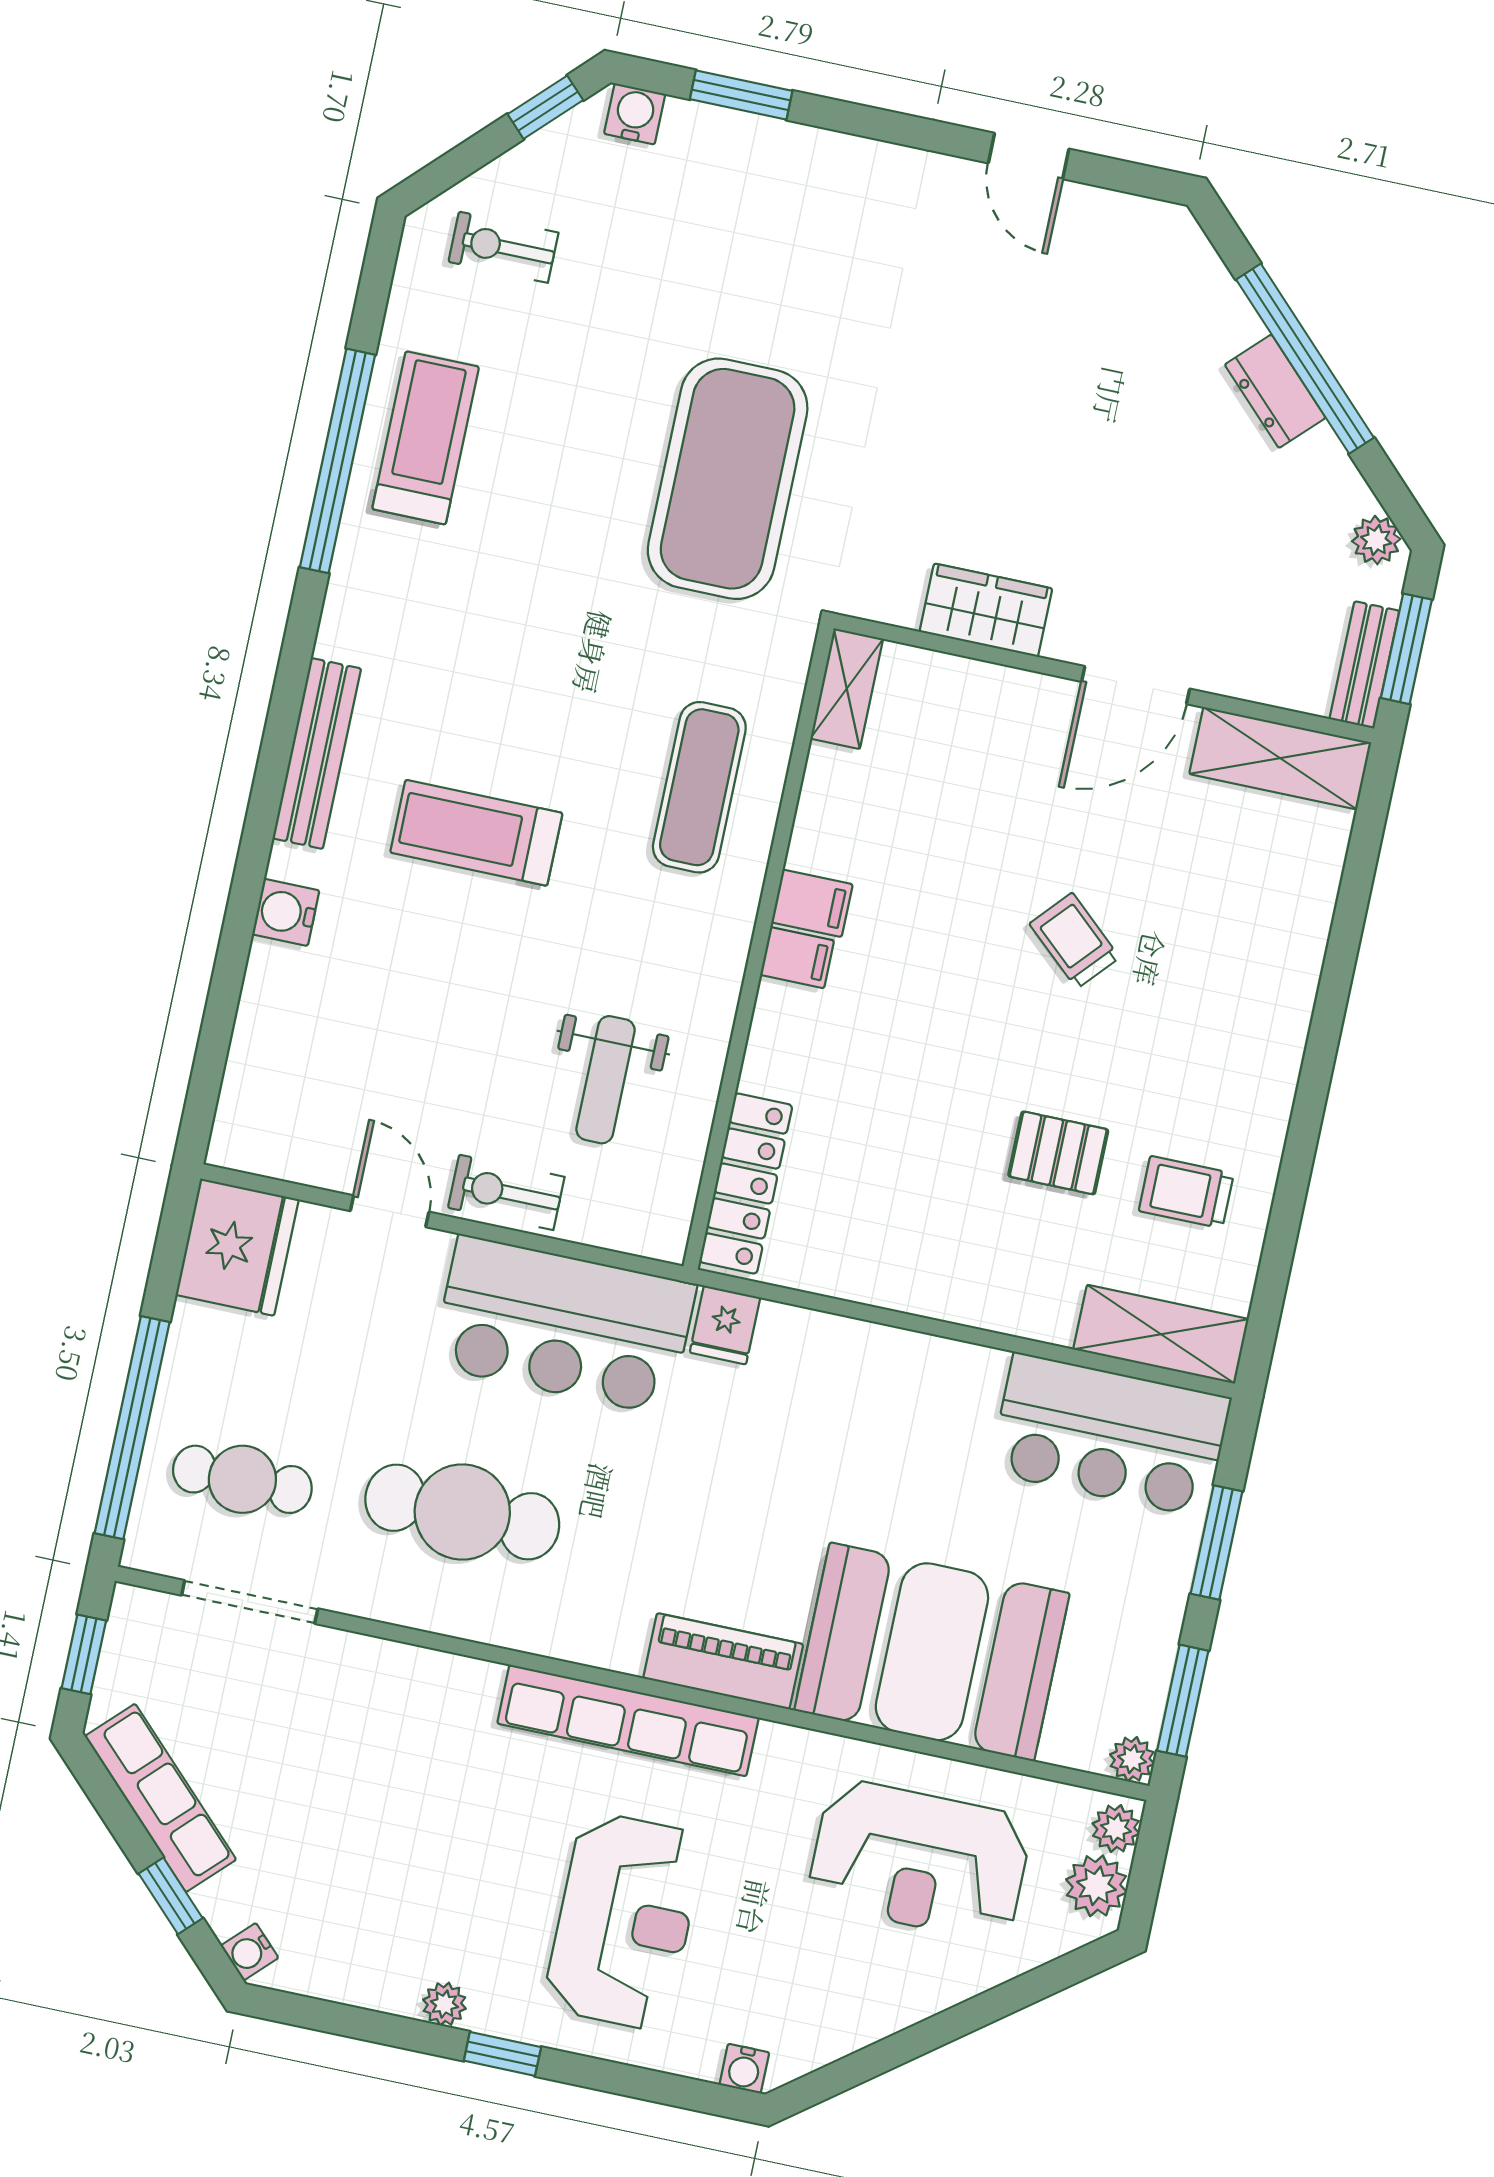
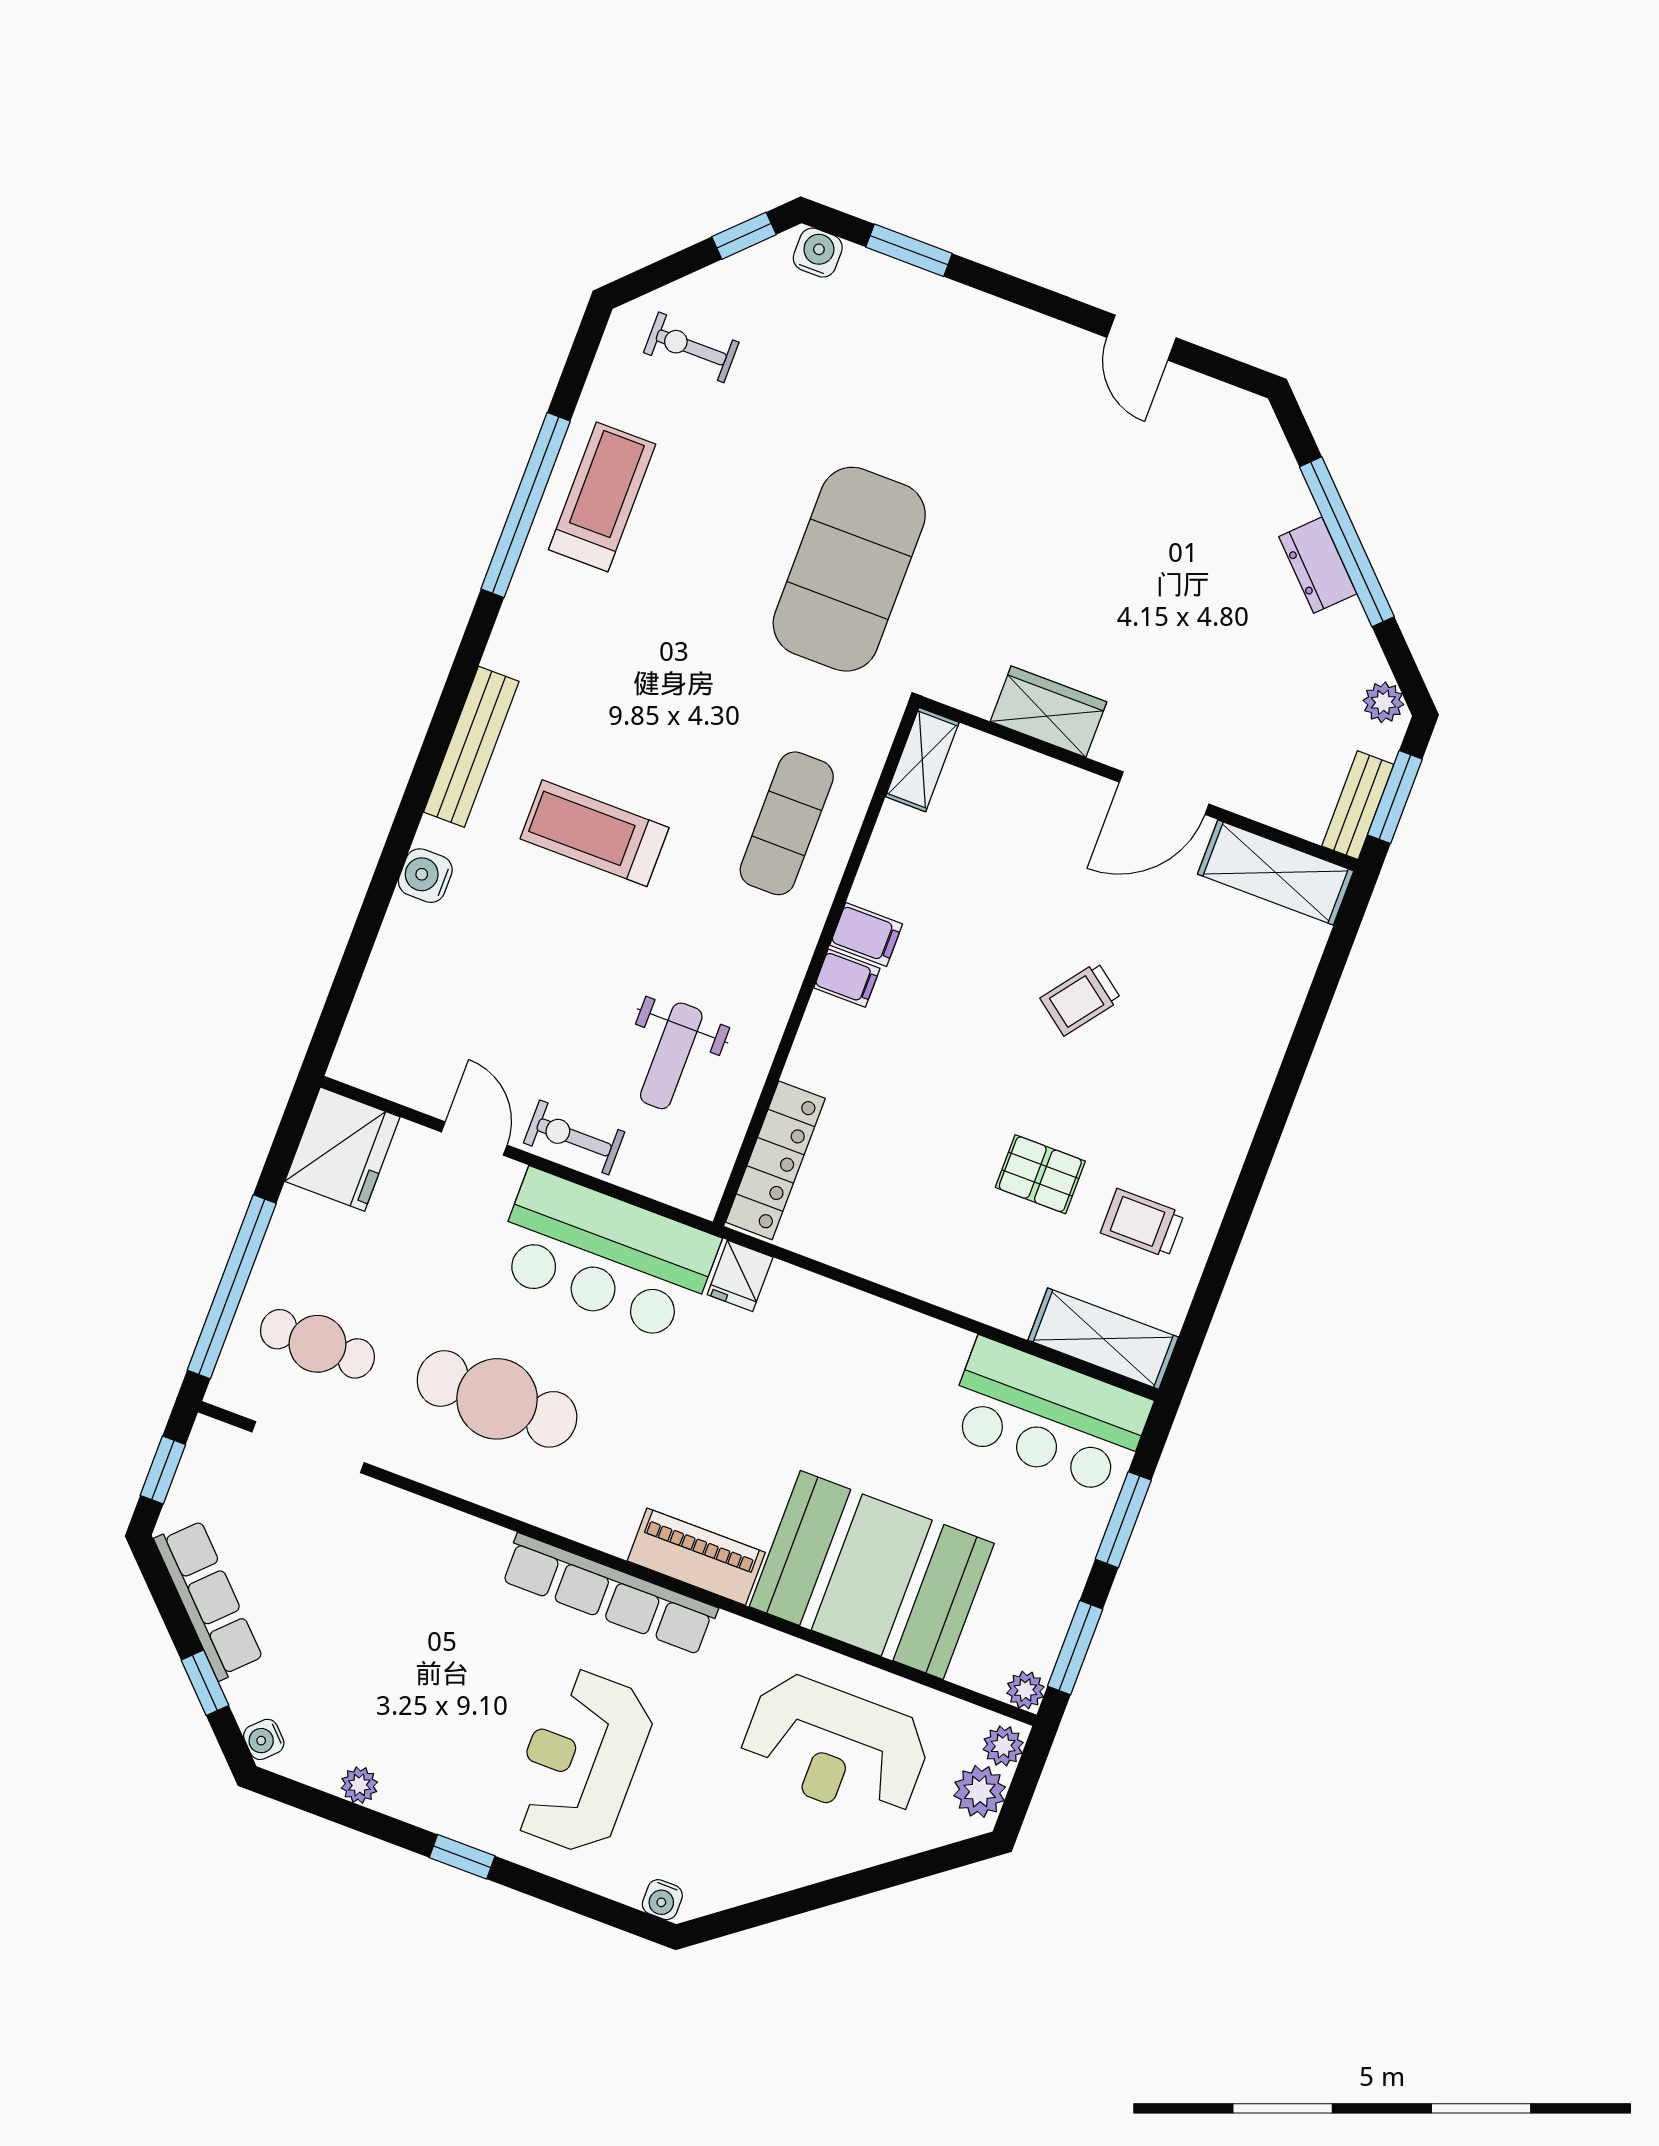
trolley: (1074, 941) -> (1081, 999), turned -95
reception desk: (624, 1921) -> (581, 1761), turned 180
plant: (444, 2004) -> (359, 1785), moved

